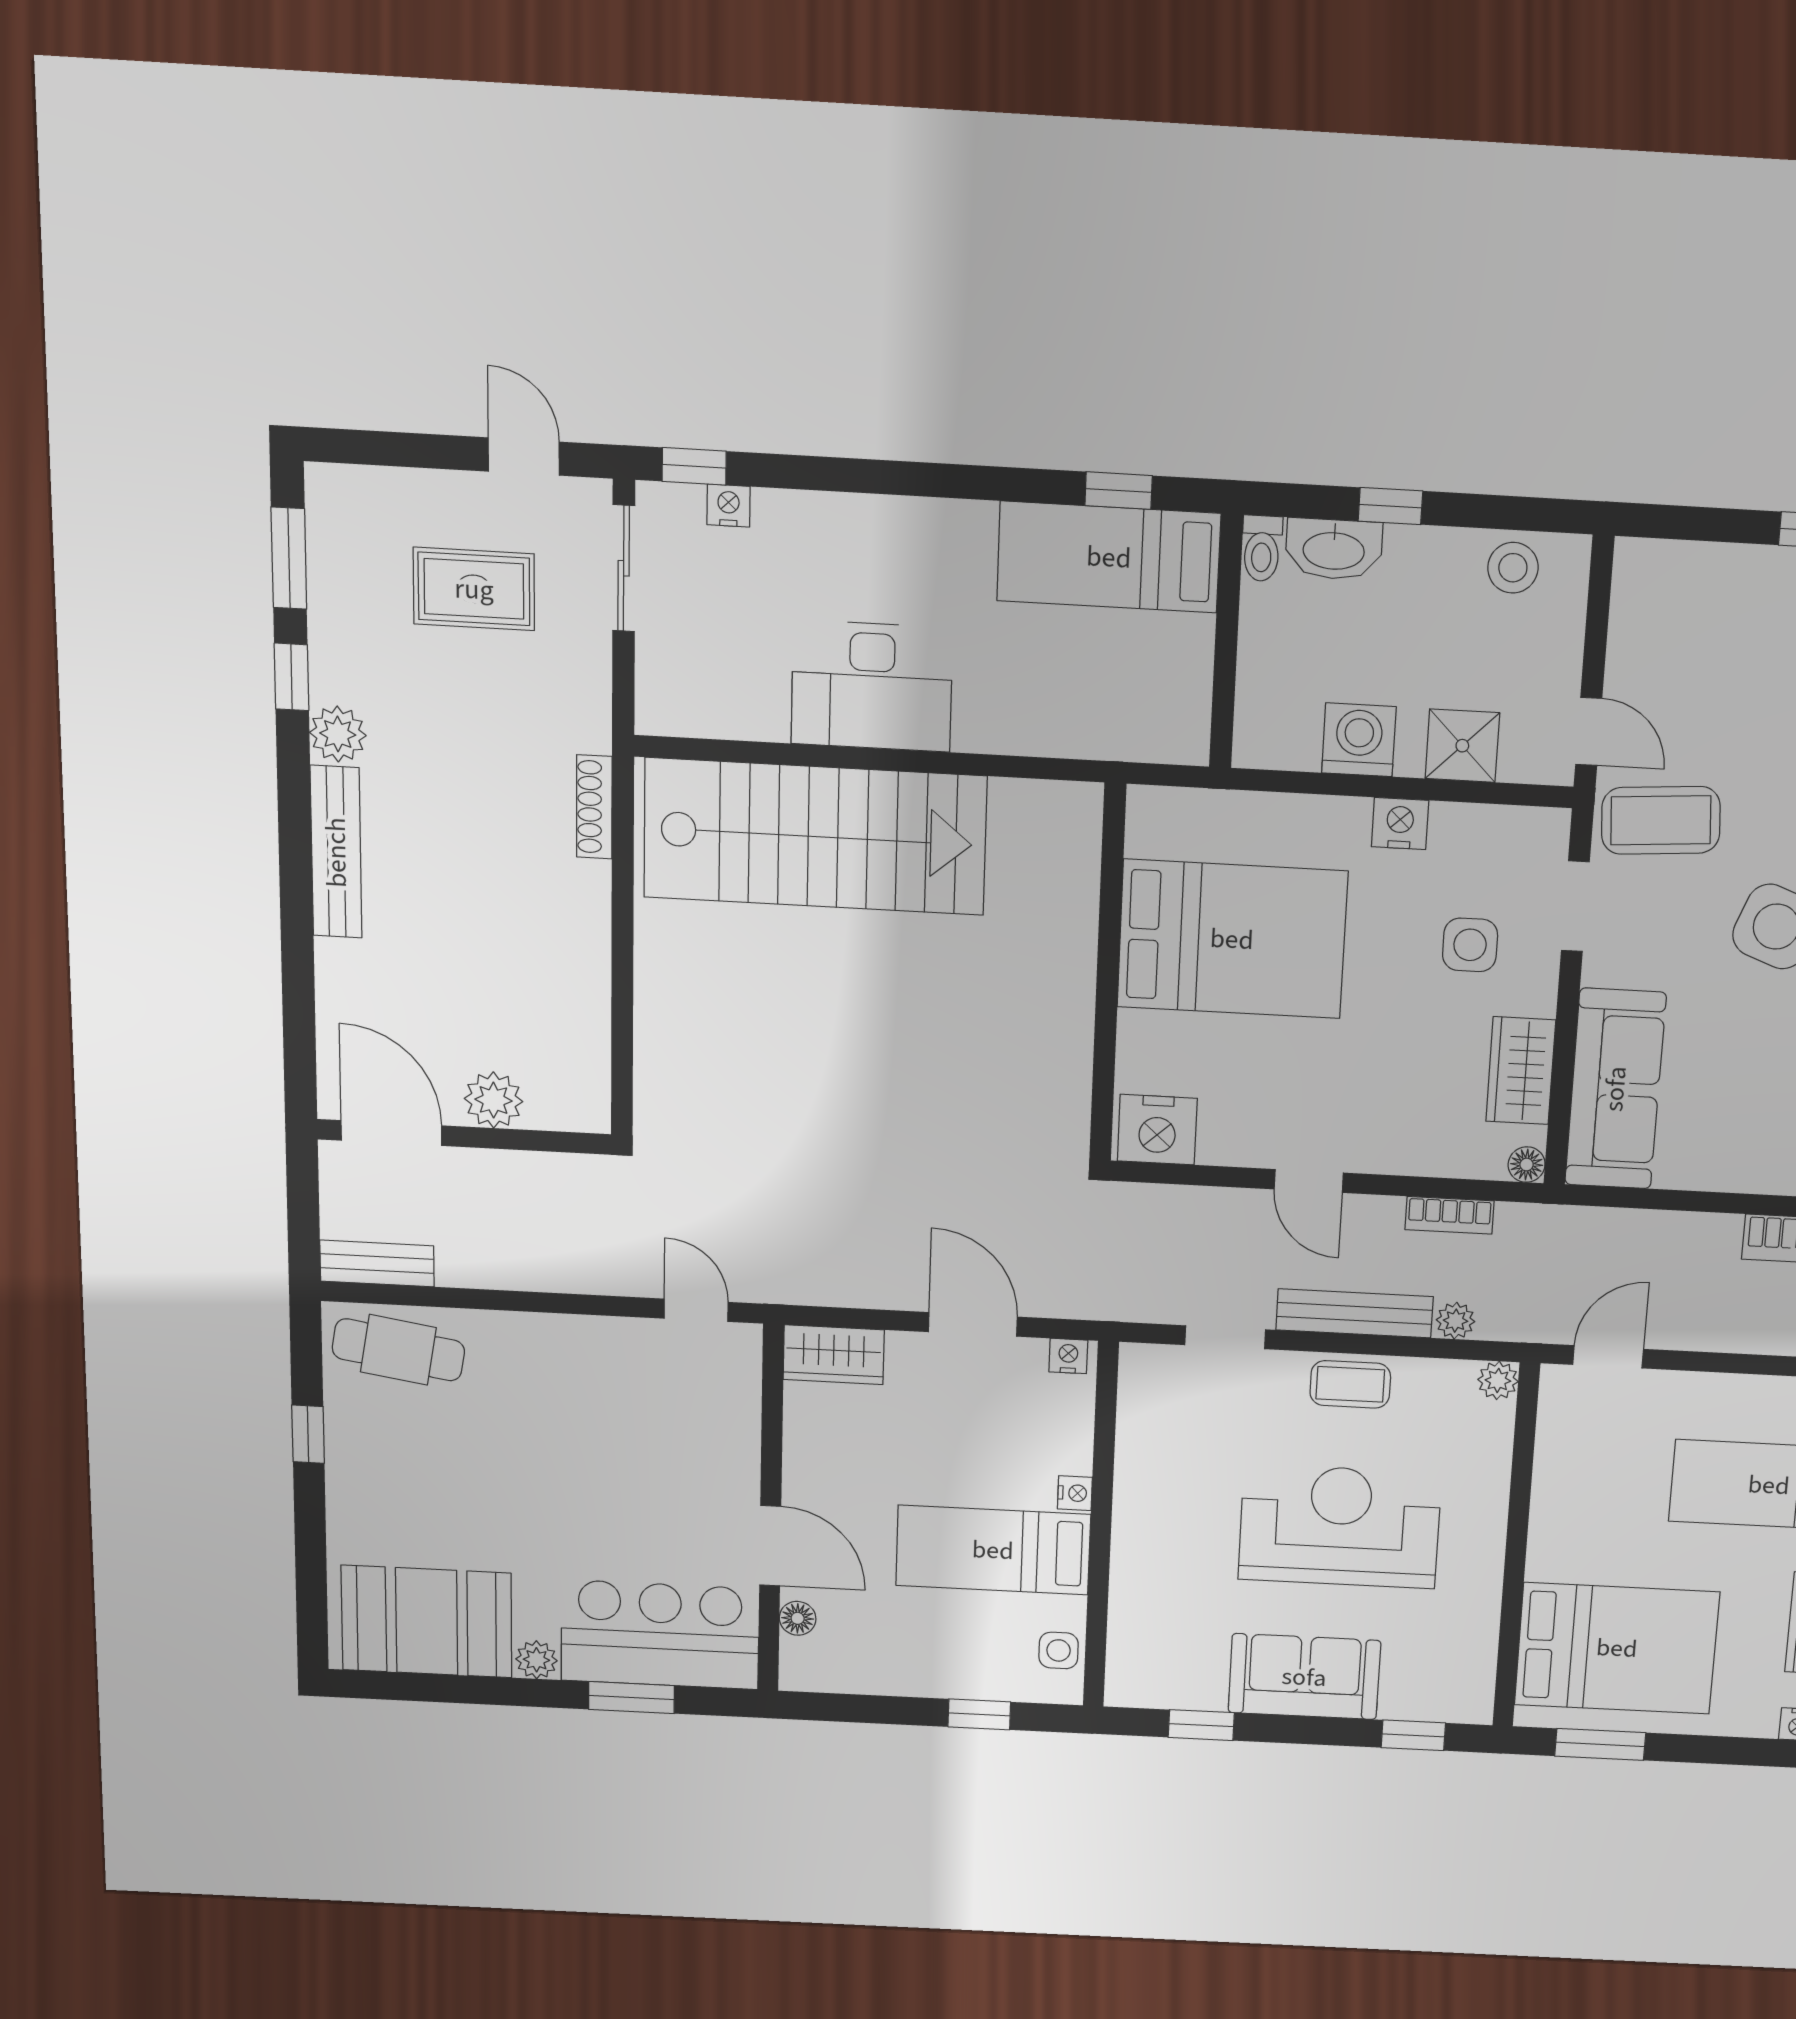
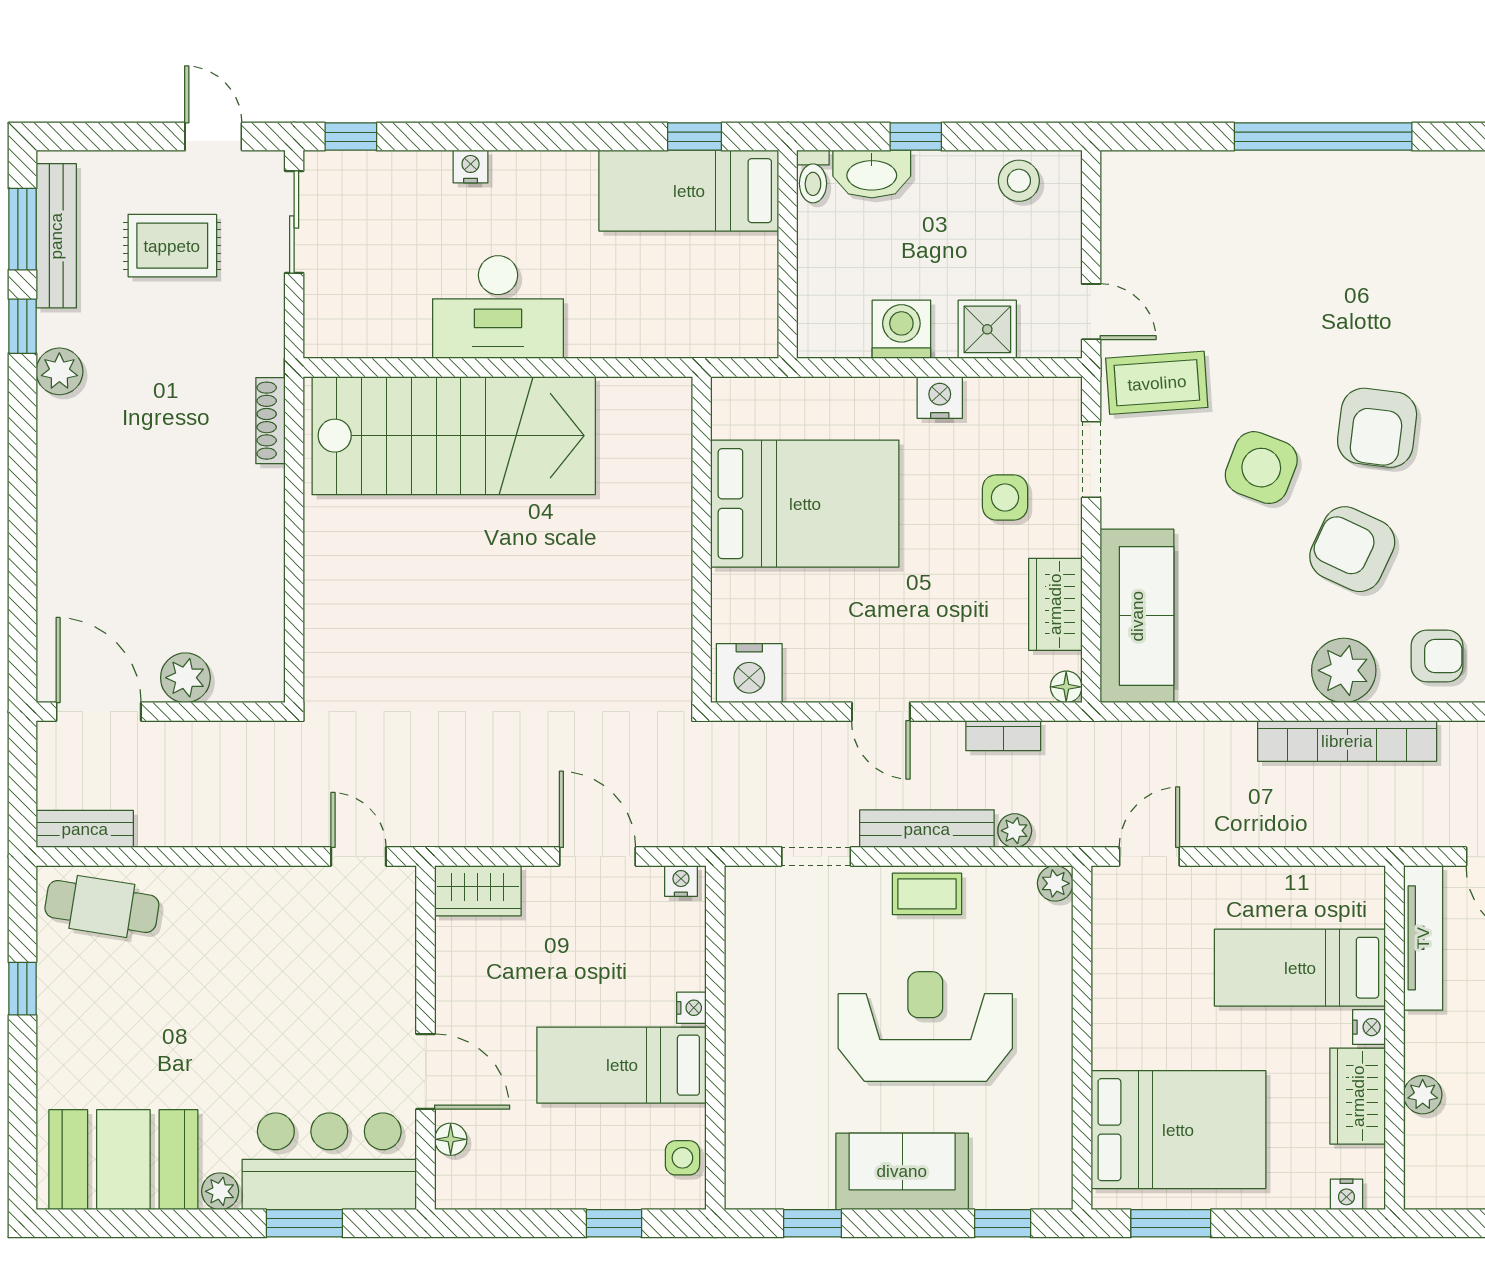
nightstand: (728, 506) -> (471, 167), moved
bench: (336, 852) -> (56, 236), moved

